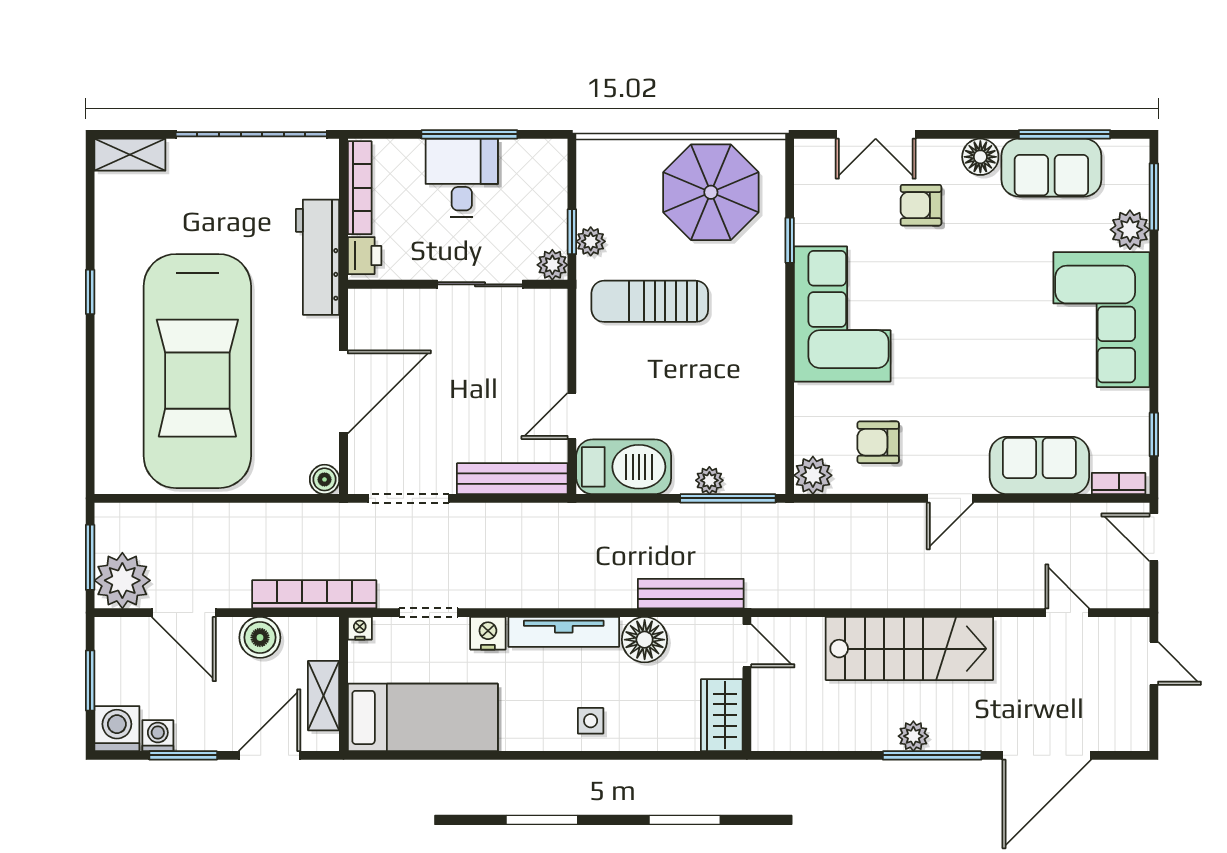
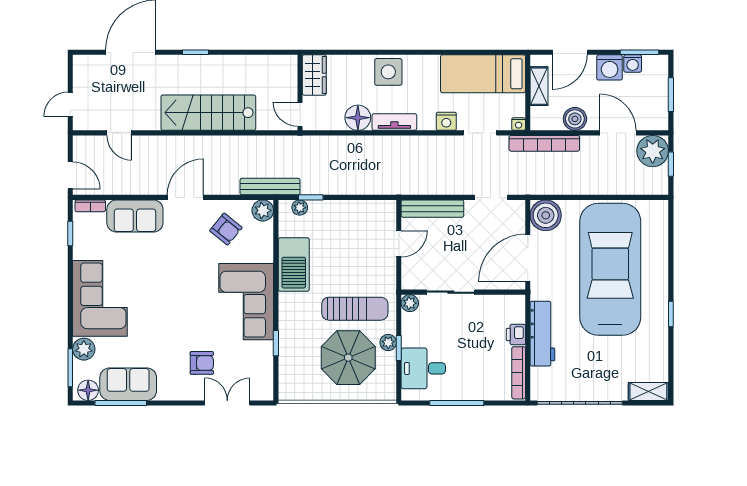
floor lamp: (980, 157) -> (88, 390), moved
desk: (462, 178) -> (423, 368), moved, turned 90
parasol: (711, 192) -> (348, 358), moved
plant: (552, 265) -> (410, 303), moved
wall: (458, 284) -> (463, 292), moved
sliding door: (480, 284) -> (451, 292), moved
armchair: (878, 442) -> (226, 229), turned 39
barbecue: (624, 467) -> (294, 265), moved, turned -90
boiler: (324, 479) -> (546, 215), width x1.86, depth x1.86
plant: (709, 480) -> (300, 208), moved
doorway: (409, 498) -> (491, 197), width x0.73
window: (728, 498) -> (311, 197), width x0.46
door: (950, 498) -> (185, 197), width x1.38
window: (90, 557) -> (671, 164), width x0.67
bench: (691, 594) -> (270, 187), moved
tv unit: (564, 632) -> (394, 122), width x0.71
door: (1154, 663) -> (70, 104), hinge flipped
side table: (591, 721) -> (388, 72), width x1.87, depth x1.87
washing machine: (117, 729) -> (610, 67), moved
plant: (913, 736) -> (206, 63), removed
window: (183, 755) -> (639, 52), moved
window: (932, 755) -> (195, 52), width x0.46

